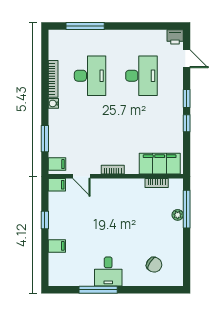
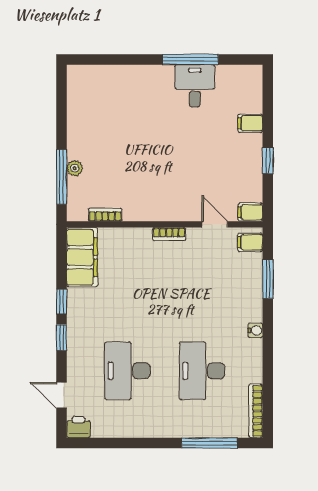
bookcase: (53, 79) -> (256, 411), moved
filing cabinet: (160, 164) -> (82, 257), moved, turned -90
chair: (154, 265) -> (109, 96), removed
desk: (108, 272) -> (195, 86), moved

